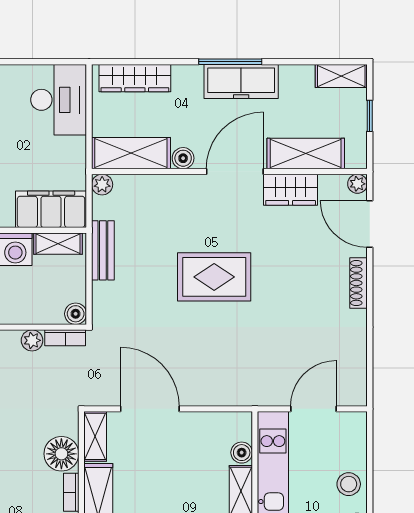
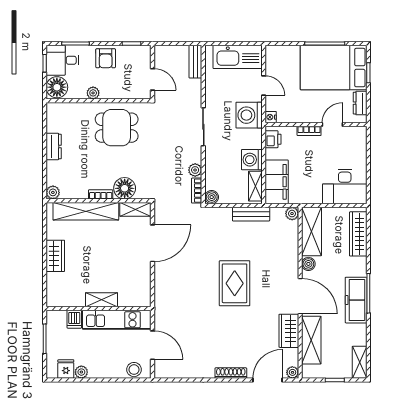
boiler: (242, 453) -> (125, 300), removed
stool: (349, 484) -> (134, 370), moved

